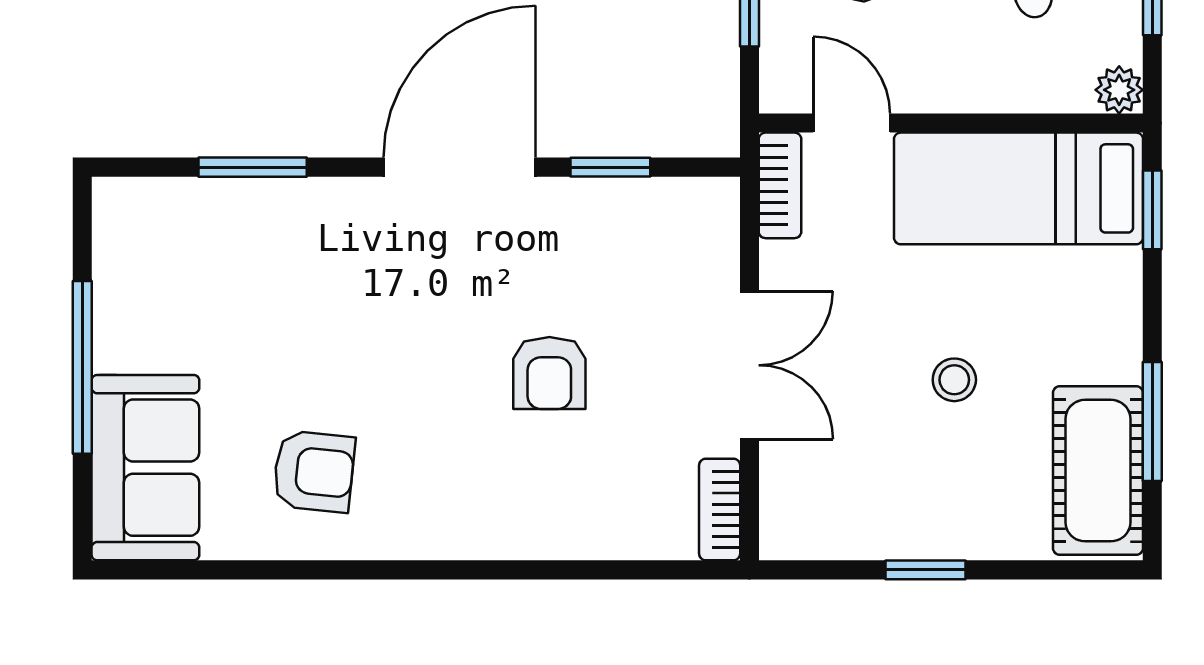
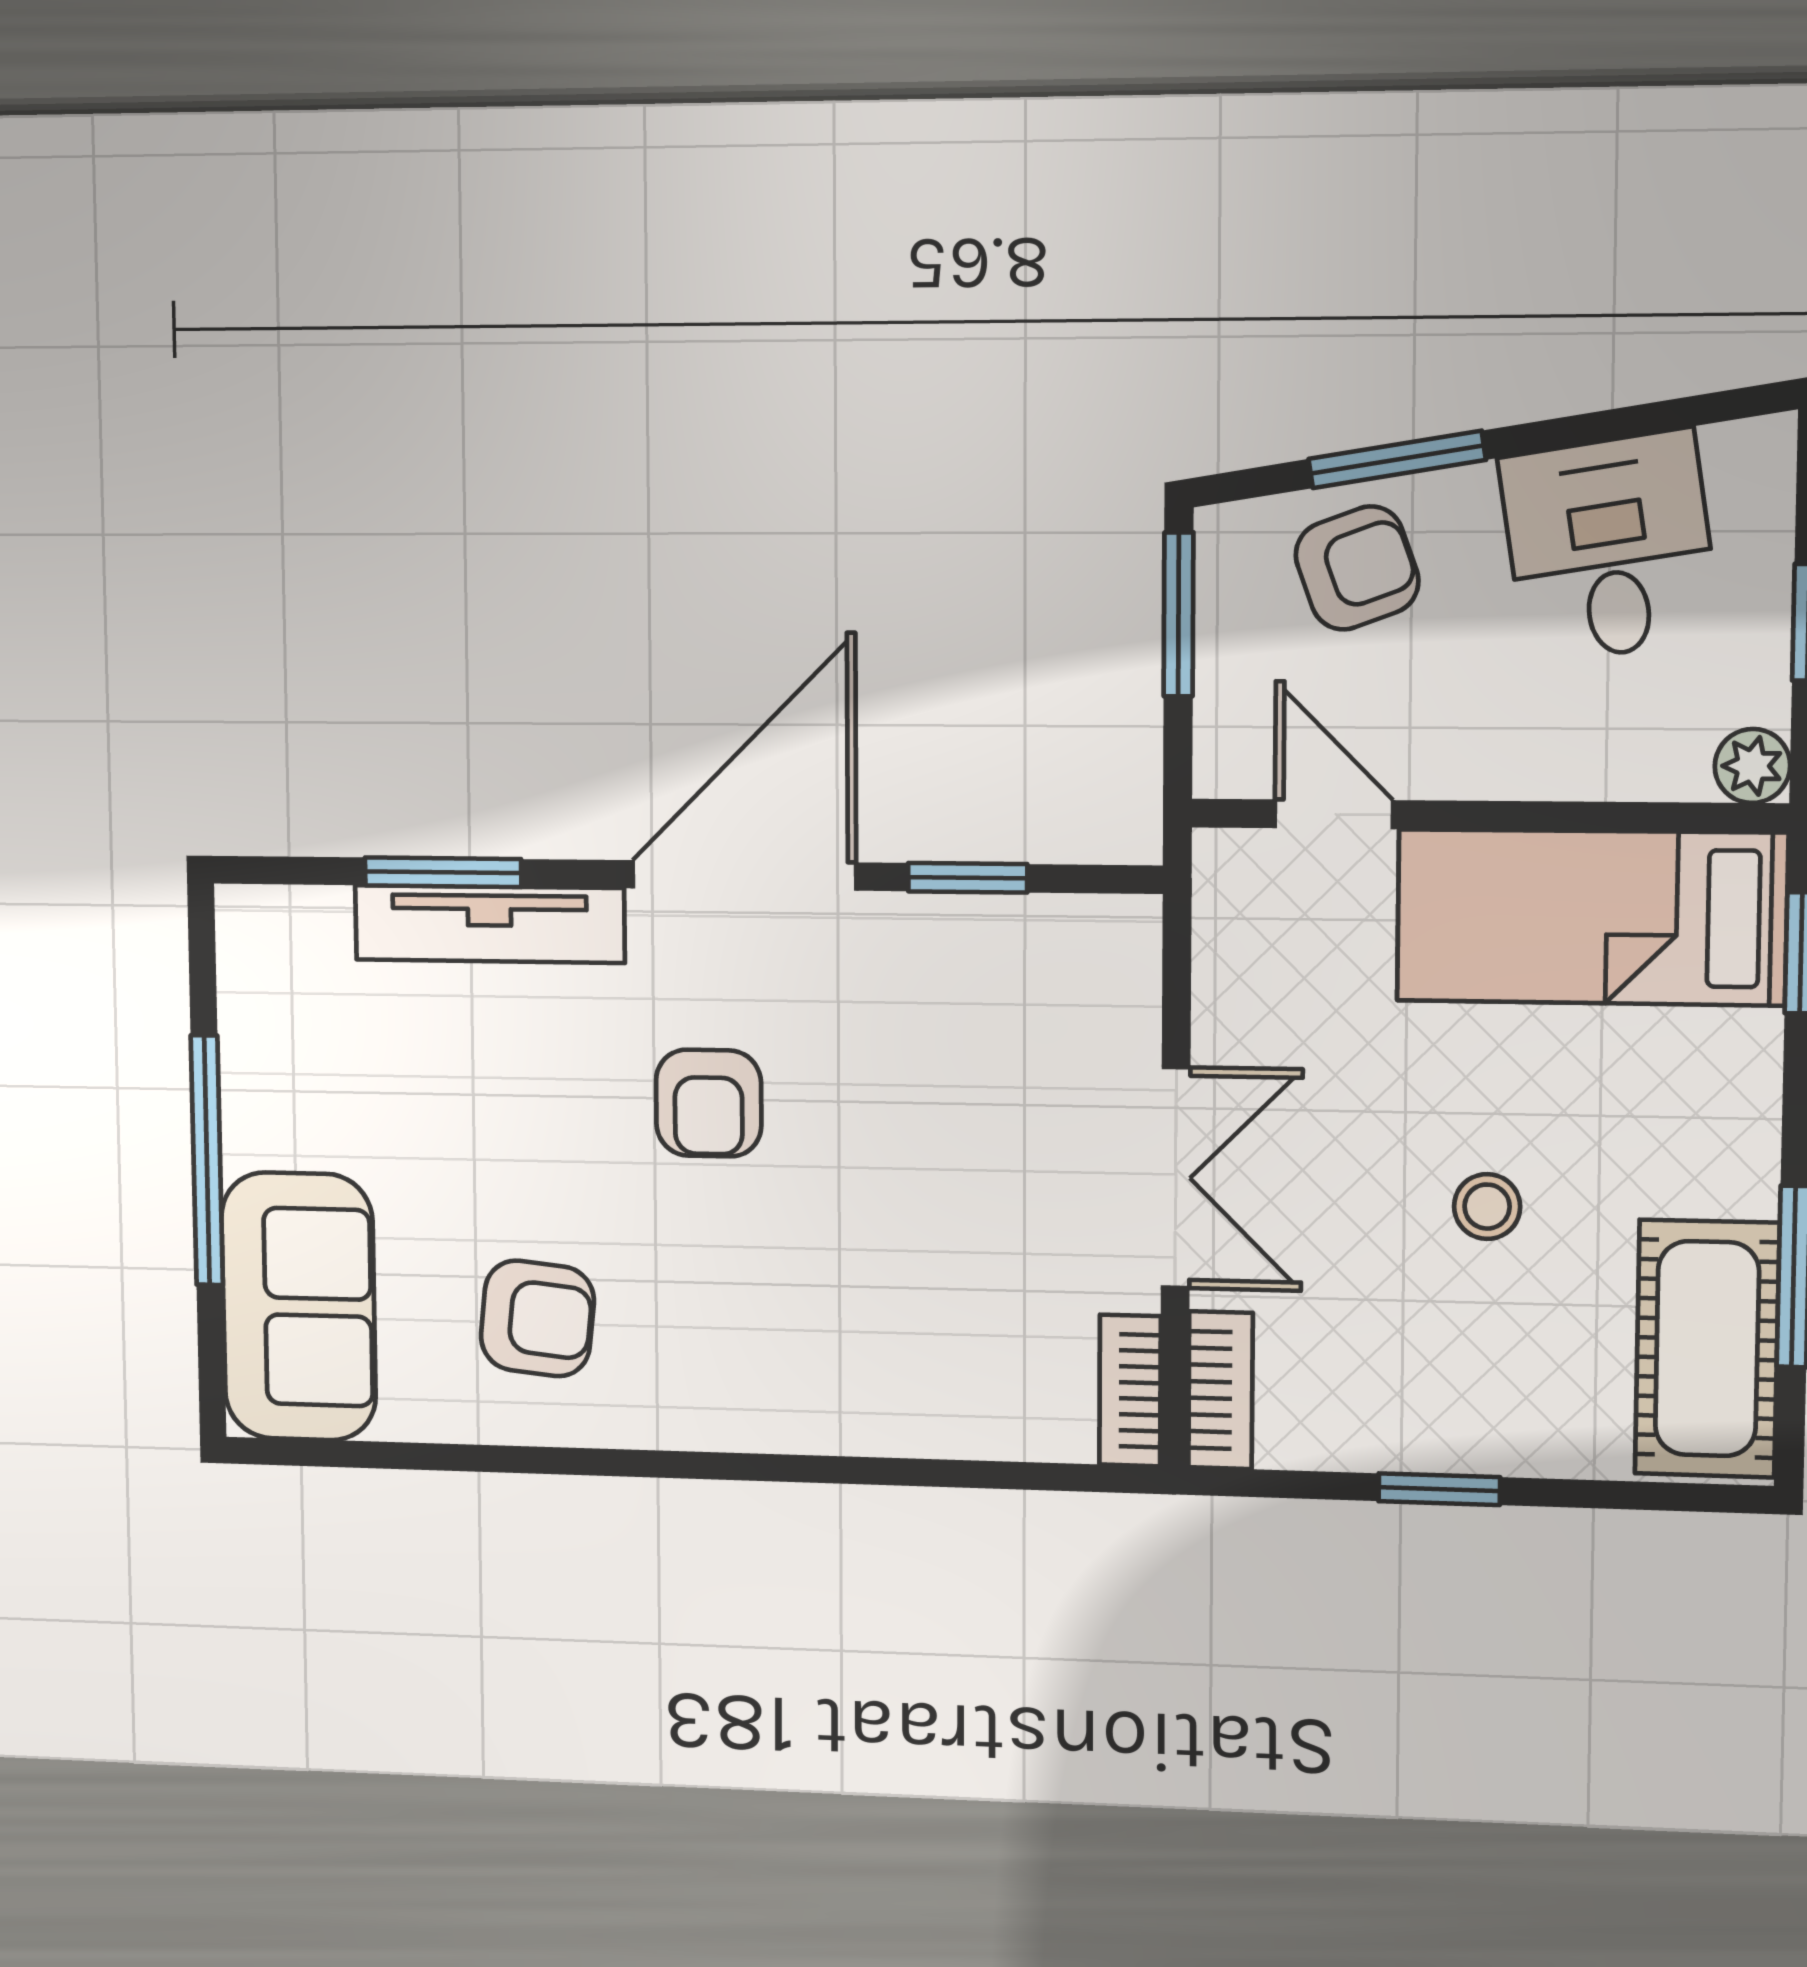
bookcase: (780, 185) -> (1220, 1390), moved
tv unit: (284, 202) -> (490, 924), added
armchair: (549, 373) -> (709, 1103), moved

